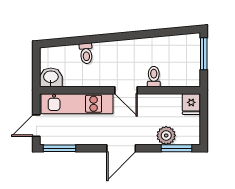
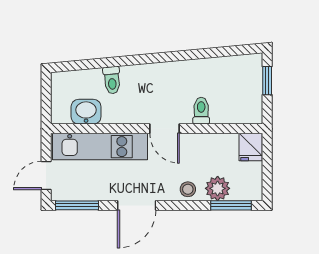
window: (204, 54) -> (267, 81), width x0.67
washbasin: (51, 77) -> (86, 112), moved
stool: (144, 136) -> (188, 189), added
door: (121, 148) -> (137, 205), moved

